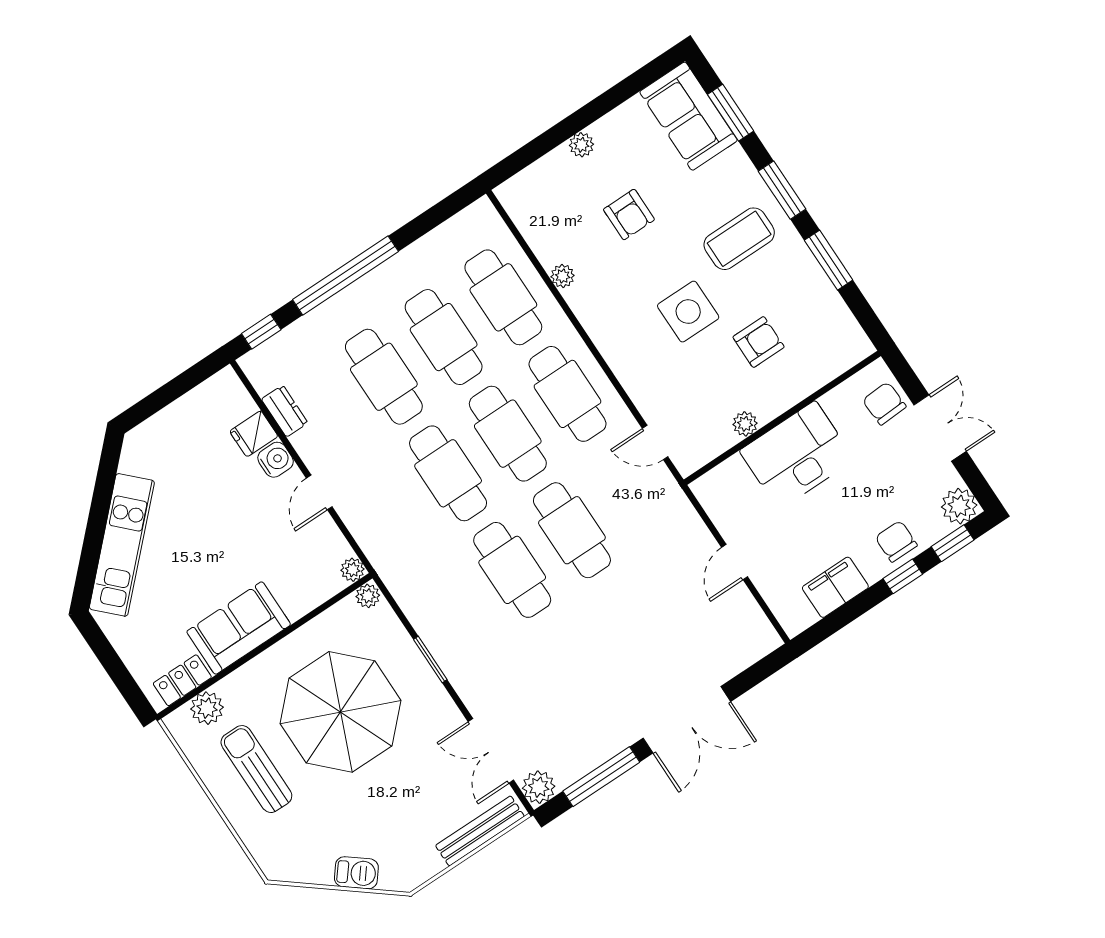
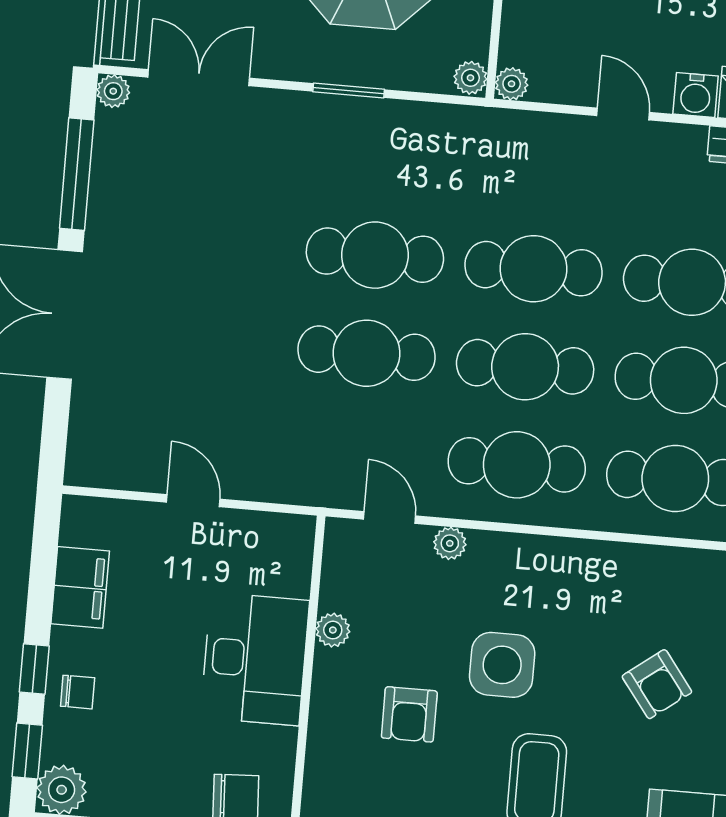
armchair: (629, 215) -> (657, 684), turned -127
plant: (563, 276) -> (450, 543), moved
door: (655, 443) -> (390, 518), hinge flipped
chair: (896, 541) -> (78, 692), width x0.73, depth x0.73
plant: (539, 787) -> (113, 91), width x0.73, depth x0.73

